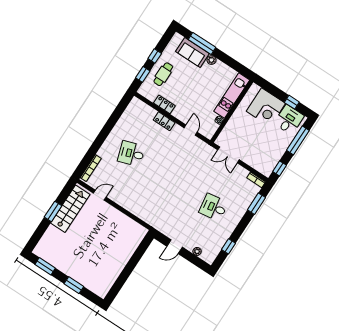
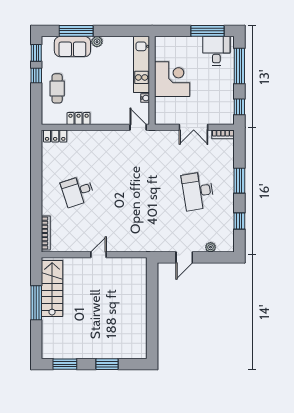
window: (143, 74) -> (36, 53), moved
window: (292, 102) -> (208, 31), width x2.17
corner desk: (266, 107) -> (172, 79), moved, turned -90
locker: (164, 121) -> (55, 136), moved
door: (191, 130) -> (138, 127), moved
double door: (228, 155) -> (194, 127), moved
door: (100, 195) -> (99, 255), moved
window: (256, 204) -> (239, 181), moved
desk: (214, 207) -> (198, 191), width x1.37
window: (53, 211) -> (36, 303), width x1.44

